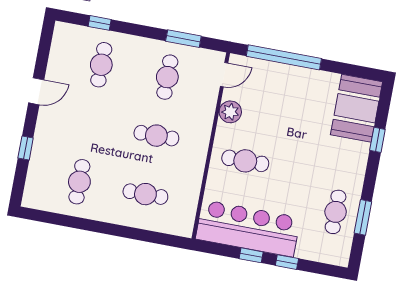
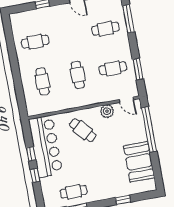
window: (100, 23) -> (129, 19), width x2.17
booth: (356, 108) -> (139, 162), moved, turned 90
cafe table: (245, 161) -> (83, 130), turned -41

